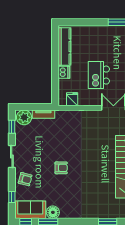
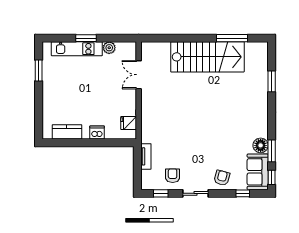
kitchen counter: (64, 47) -> (67, 132), width x0.67
kitchen island: (99, 75) -> (100, 92), removed
plant: (24, 117) -> (150, 179), removed
armchair: (61, 168) -> (173, 176), moved

